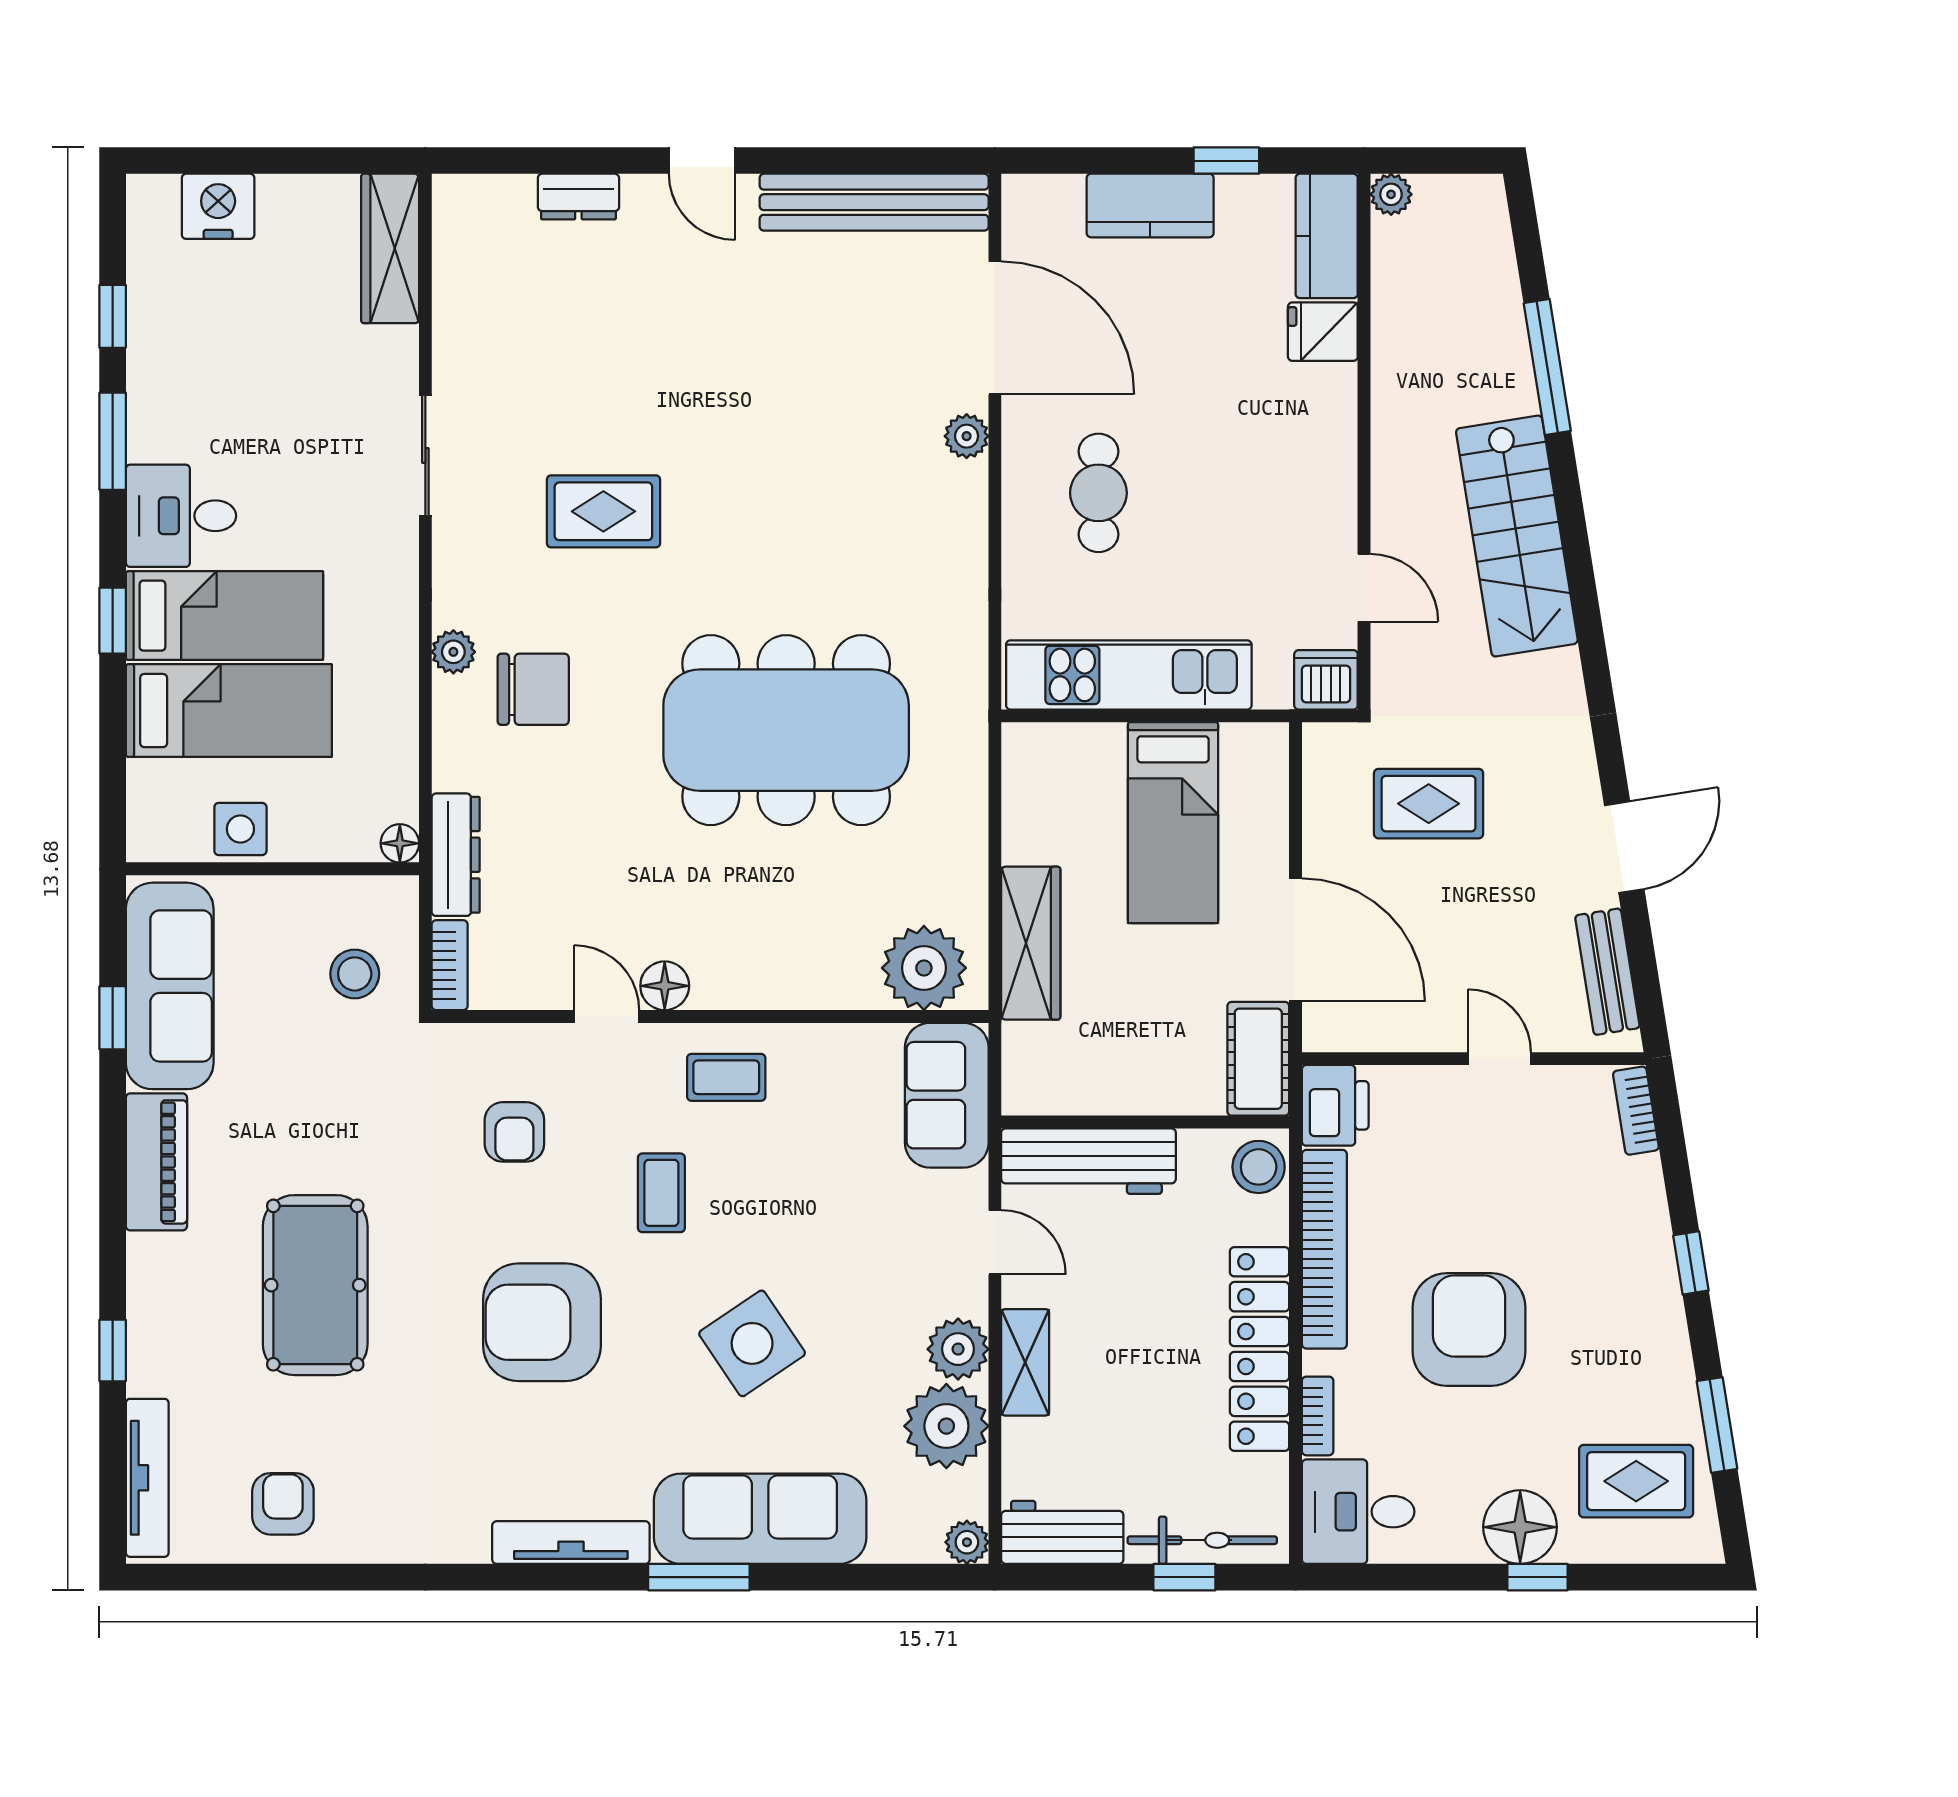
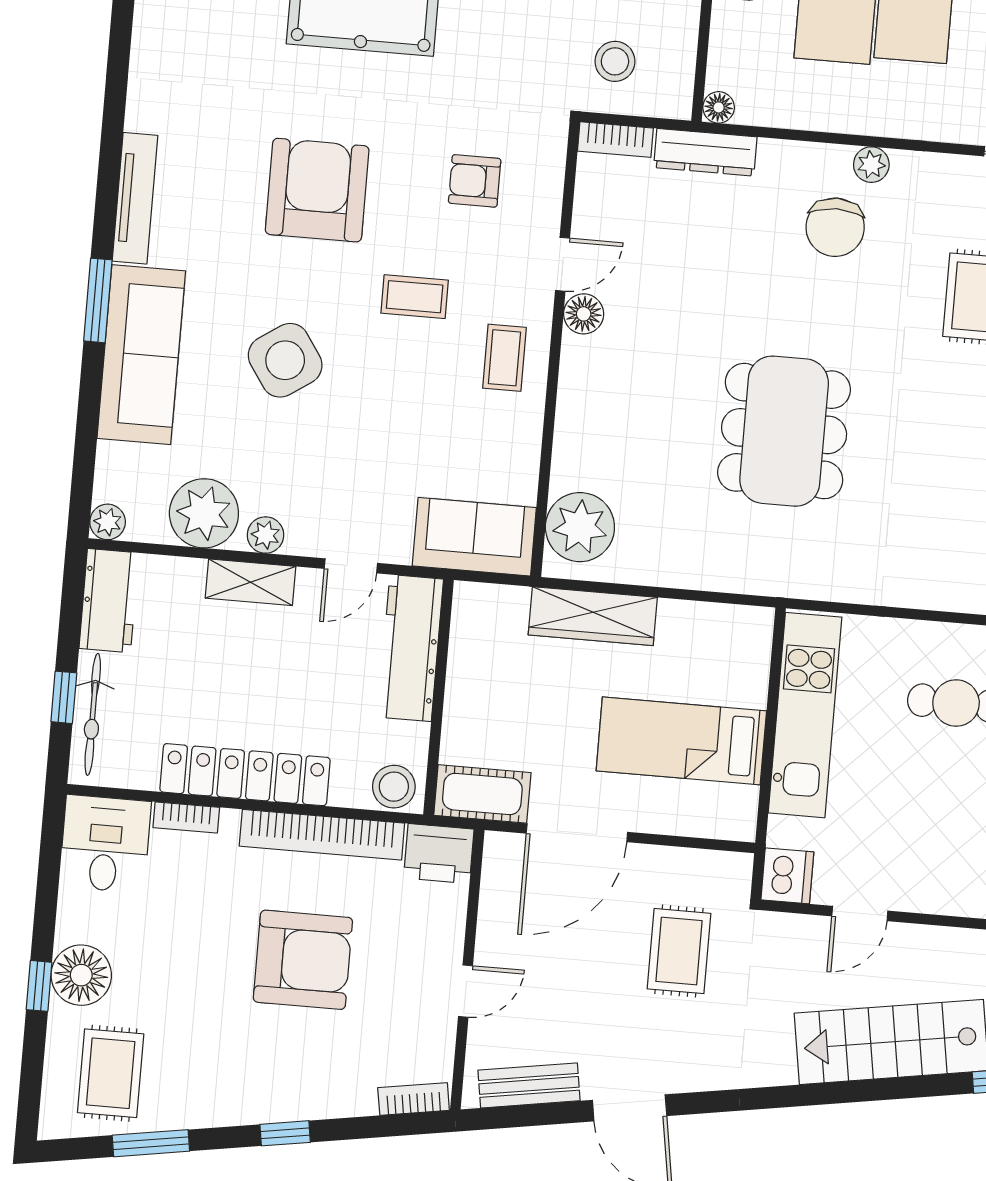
dining table: (786, 730) -> (784, 431), width x0.73, depth x0.80
armchair: (1469, 1329) -> (303, 960), moved
plant: (958, 1349) -> (265, 535), width x0.73, depth x0.73

